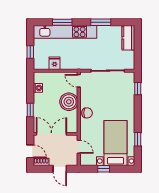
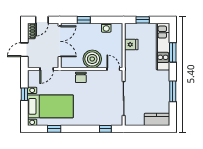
kitchen unit: (65, 32) -> (163, 47), width x0.73
door: (79, 81) -> (113, 69), hinge flipped

